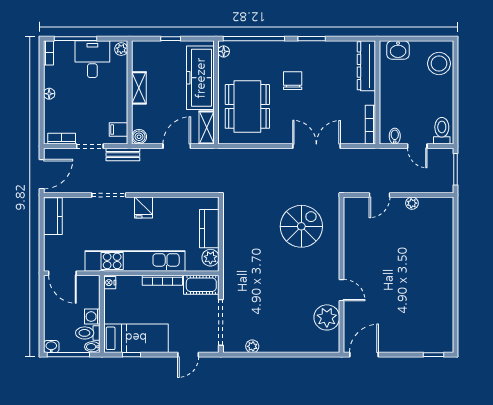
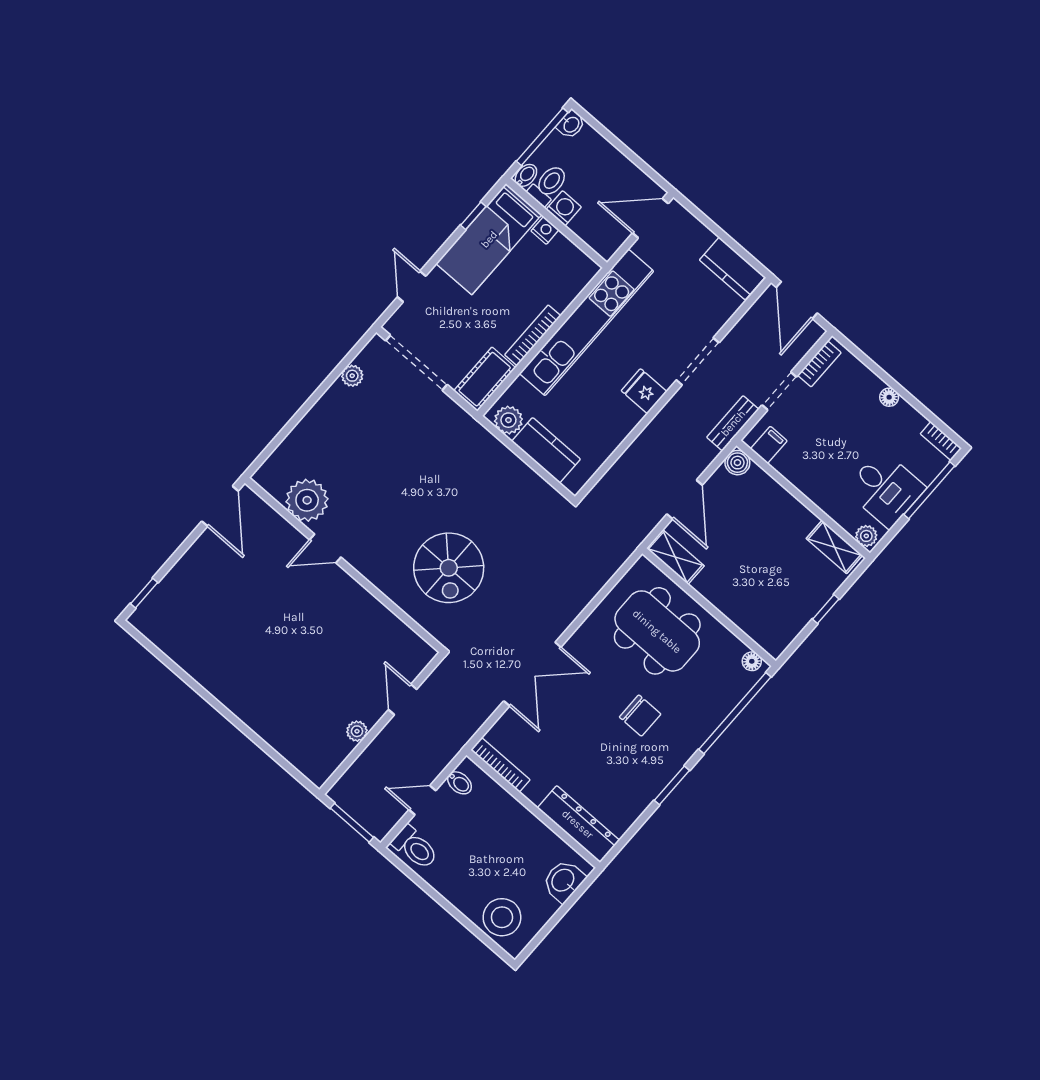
freezer: (200, 78) -> (744, 604), removed
shelving: (139, 88) -> (834, 547), moved
nightstand: (110, 283) -> (545, 230), moved

